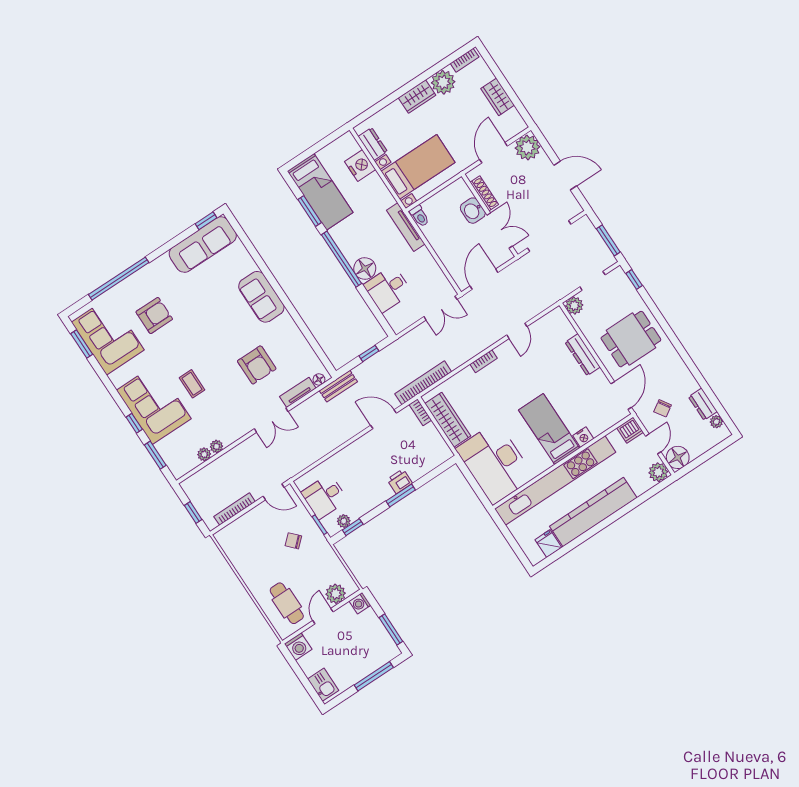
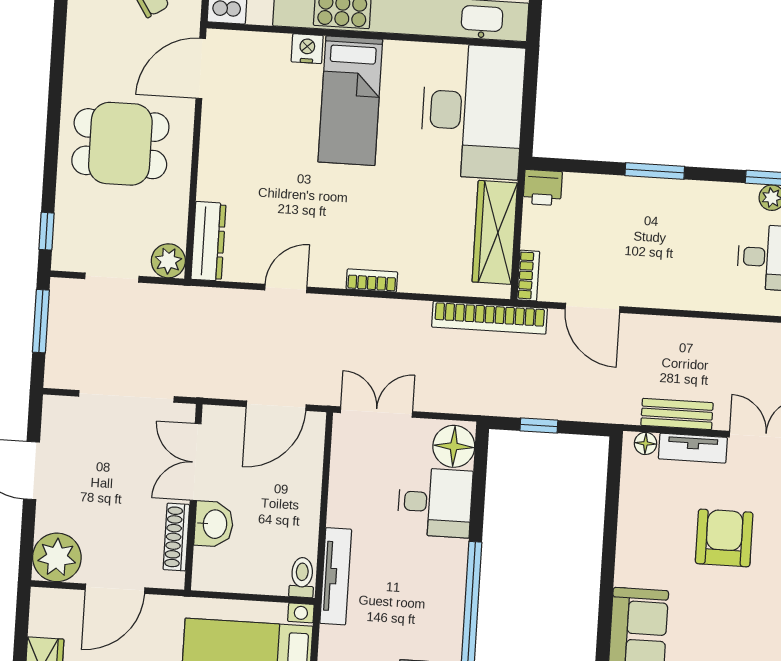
floor lamp: (365, 268) -> (454, 446), moved
dresser: (583, 355) -> (208, 241), moved
bench: (338, 386) -> (677, 414), moved
printer: (400, 481) -> (543, 188), moved

